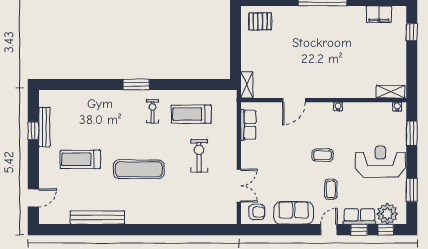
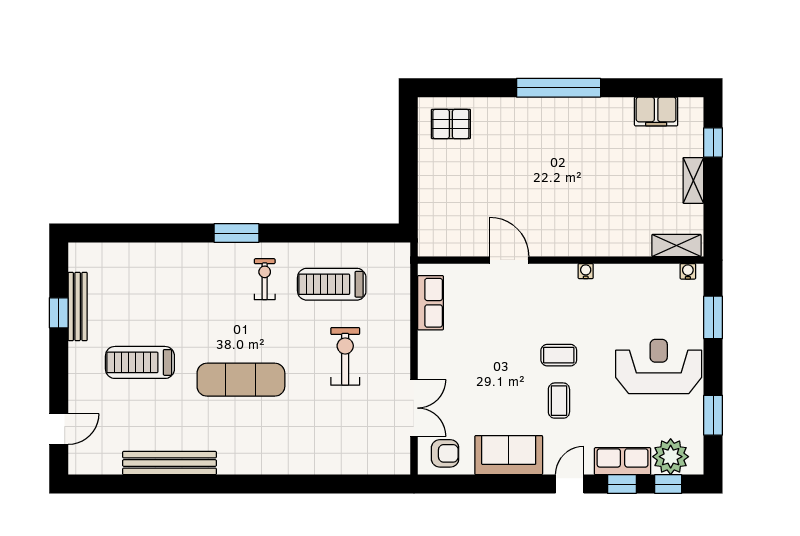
shelving: (247, 85) -> (693, 180), moved
door: (294, 100) -> (509, 260), swing flipped
coffee table: (331, 189) -> (559, 401), moved

